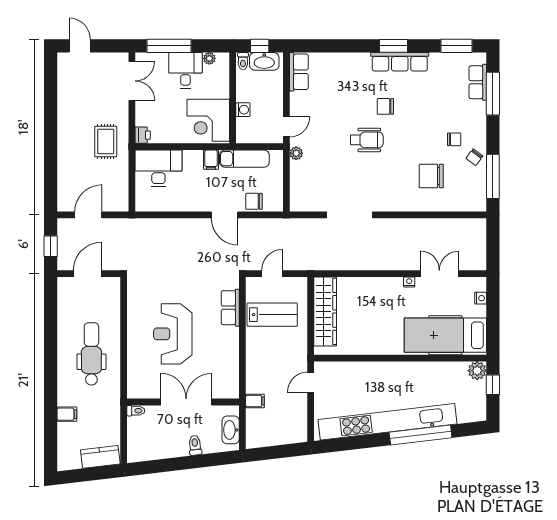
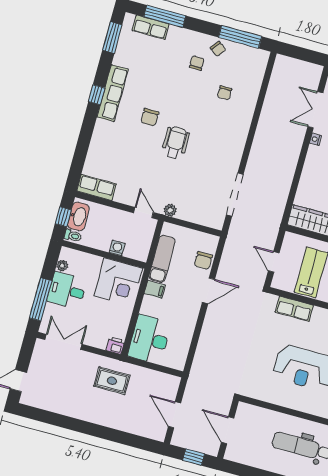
window: (394, 46) -> (97, 95), width x0.67
chair: (431, 176) -> (224, 93), width x0.54, depth x0.54
doorway: (350, 215) -> (235, 195), moved

